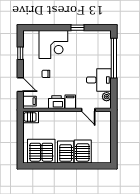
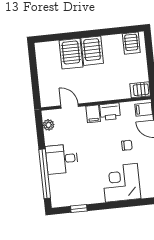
window: (77, 28) -> (79, 209), moved
desk: (99, 80) -> (62, 159), moved
server rack: (41, 151) -> (131, 43), width x0.46, depth x0.70

